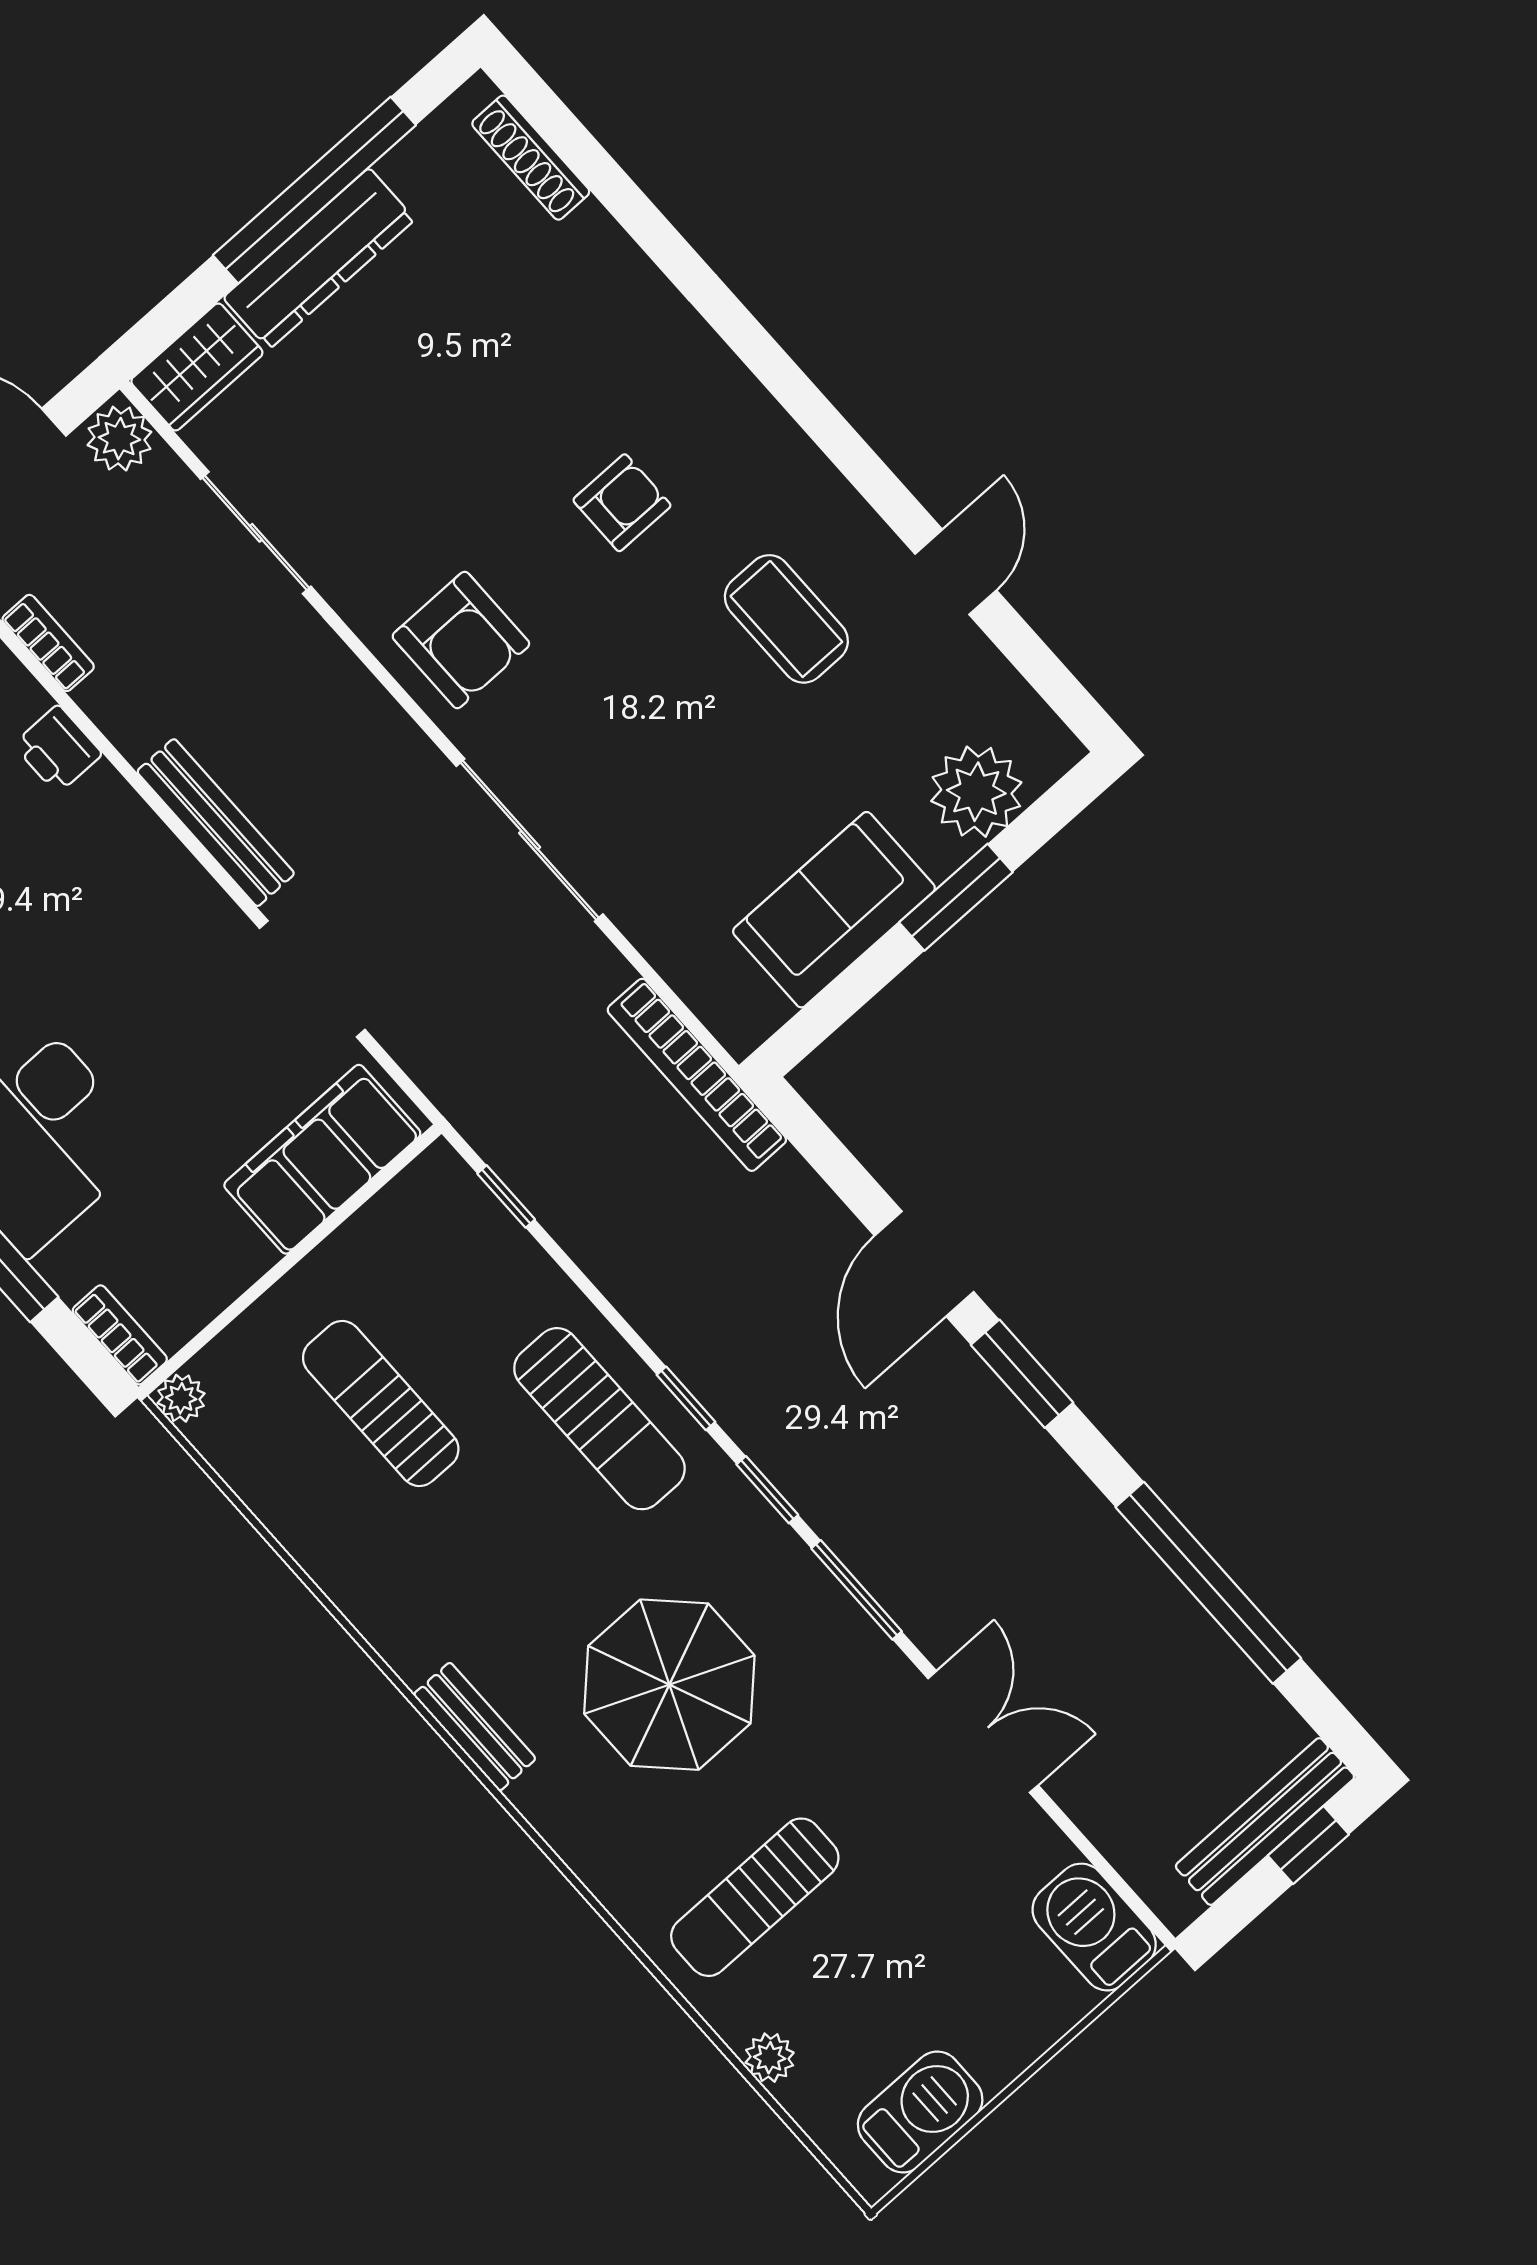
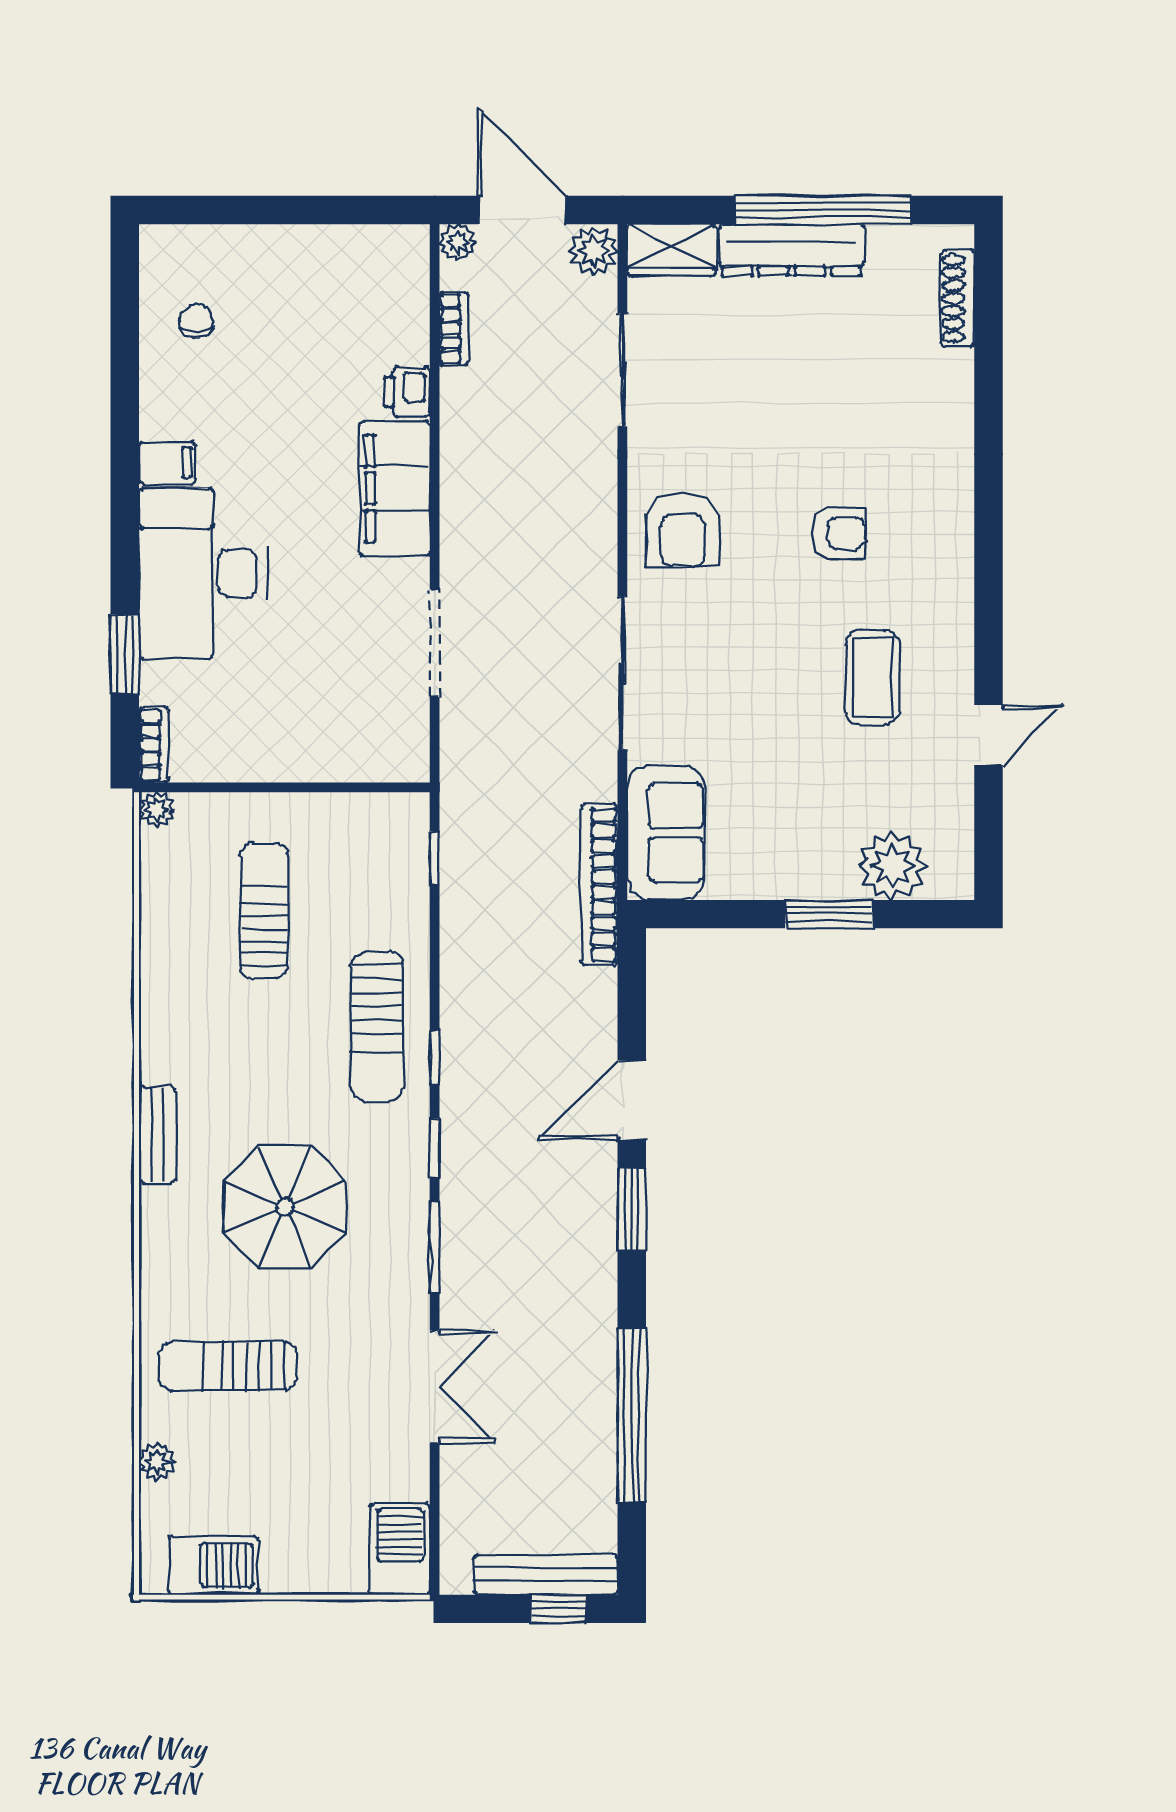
bench: (216, 823) -> (458, 510), removed
sofa: (834, 910) -> (666, 833), moved, turned 90
filing cabinet: (322, 1159) -> (395, 488), moved, turned -90

